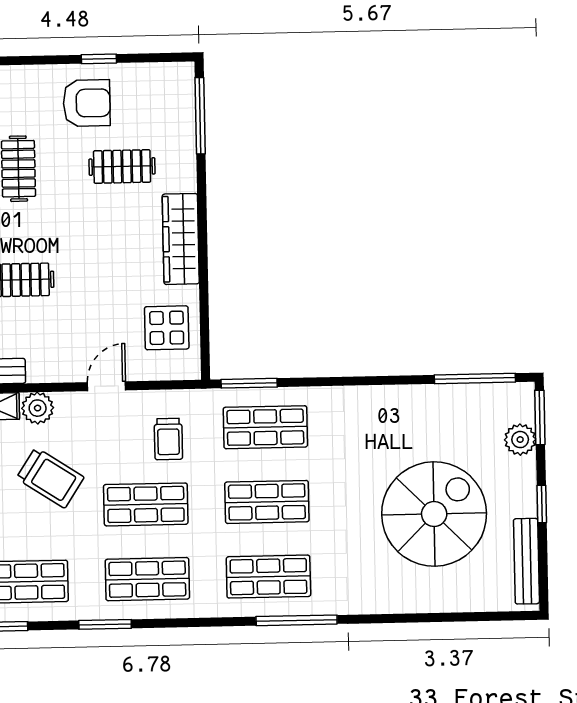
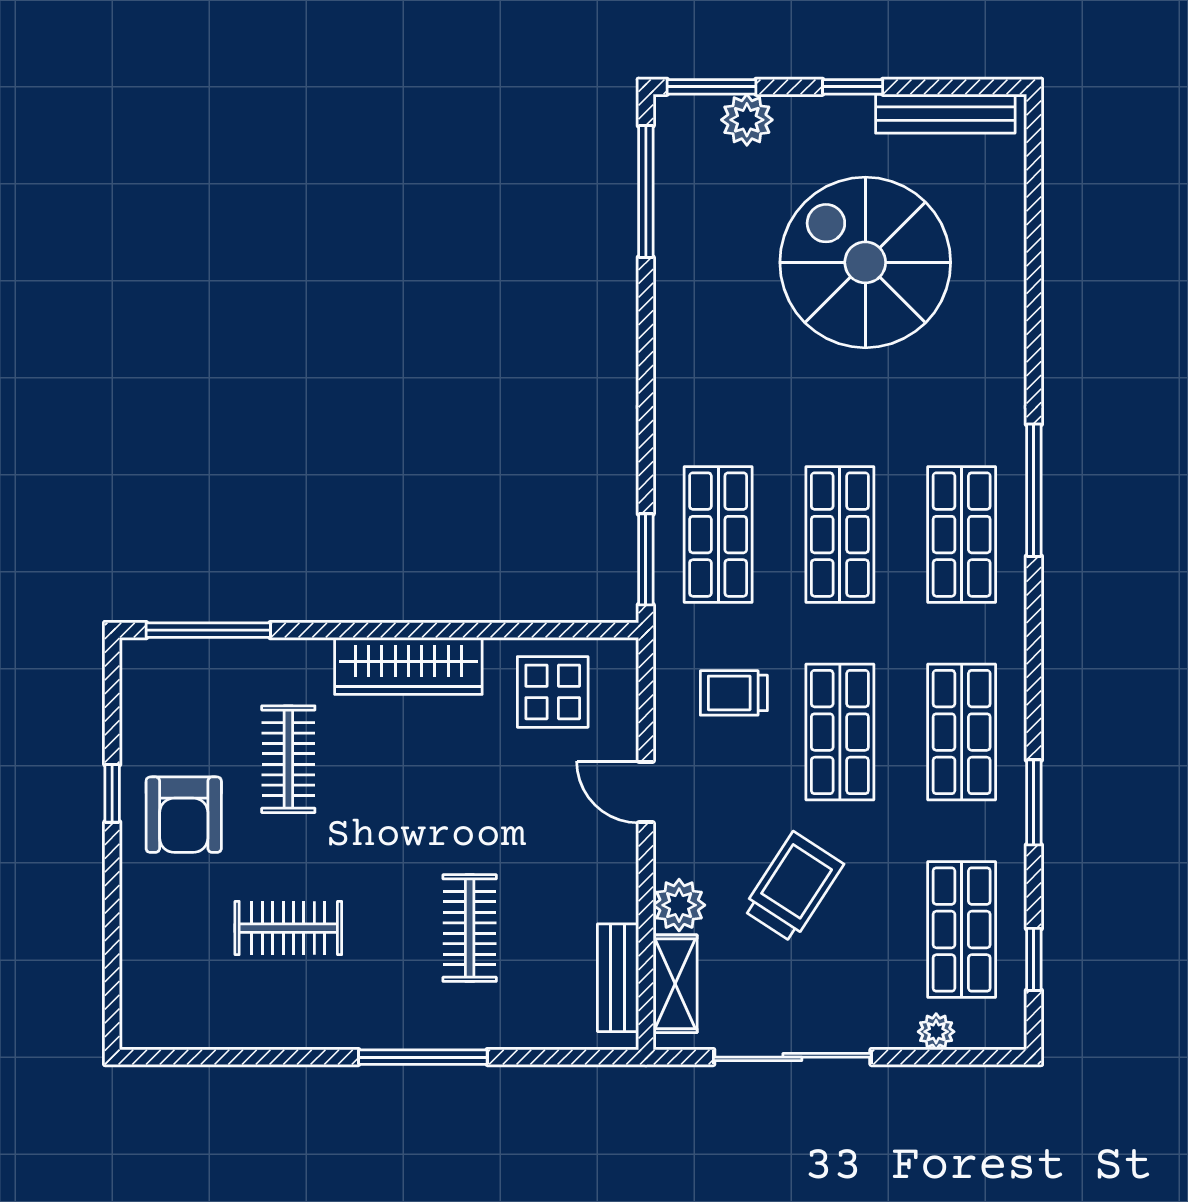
armchair: (87, 103) -> (184, 815), turned 180
trolley: (168, 439) -> (734, 693), turned 180

